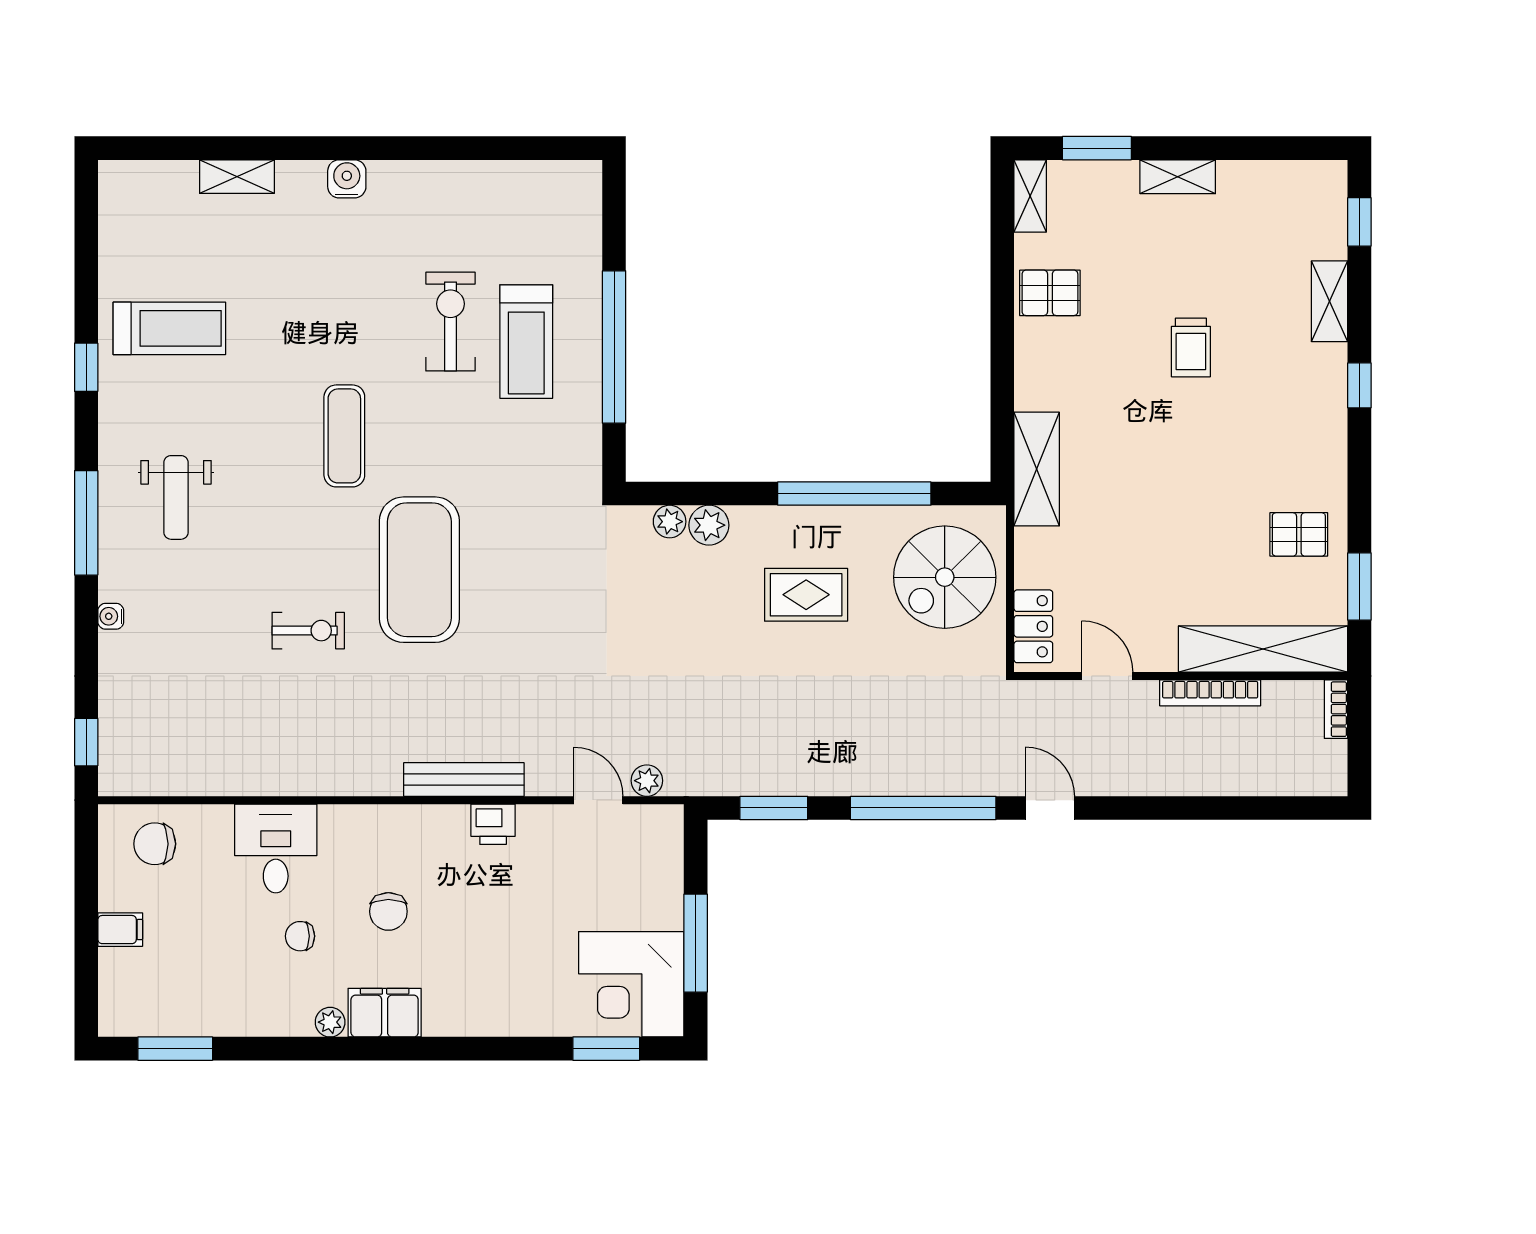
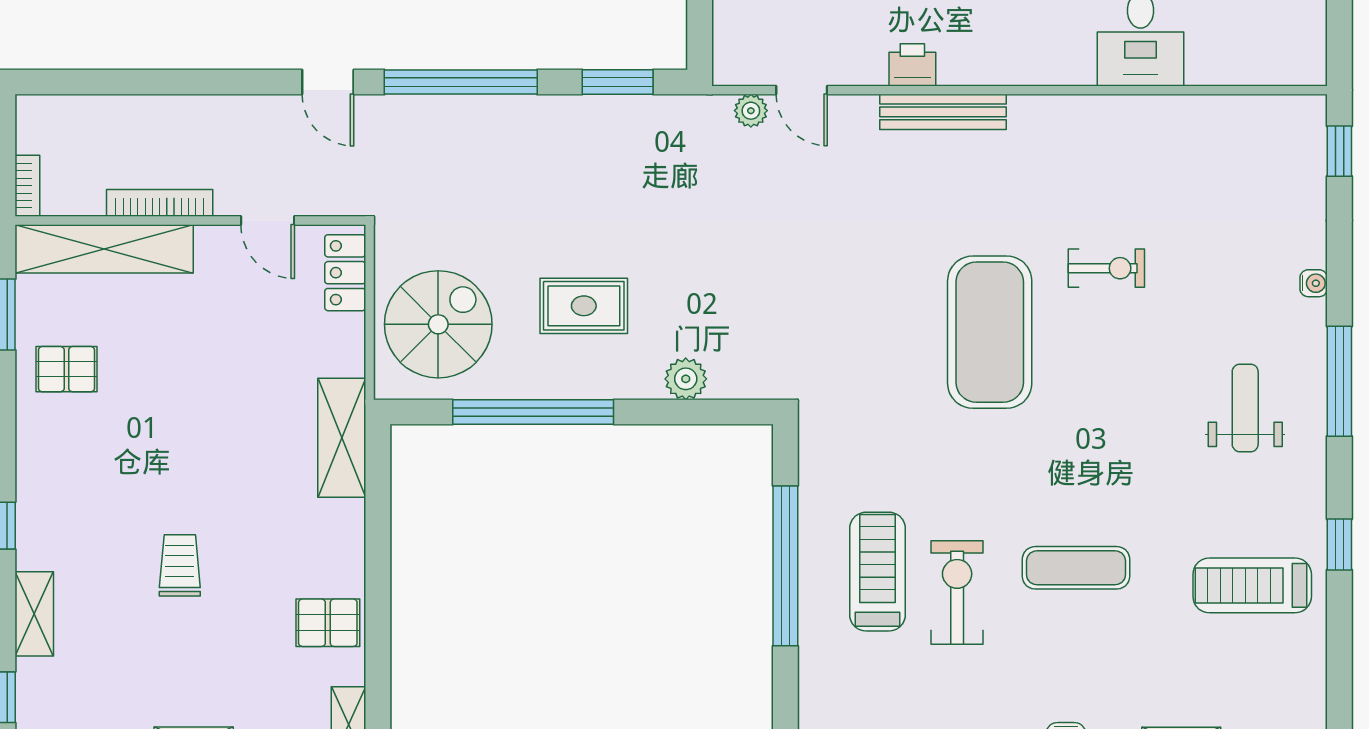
exercise bike: (450, 322) -> (957, 593), turned 180
exercise mat: (344, 436) -> (1076, 568), moved, turned 90
plant: (670, 522) -> (727, 383), removed
exercise bike: (308, 631) -> (1106, 268), turned 180
chair: (155, 844) -> (1268, 44), removed

